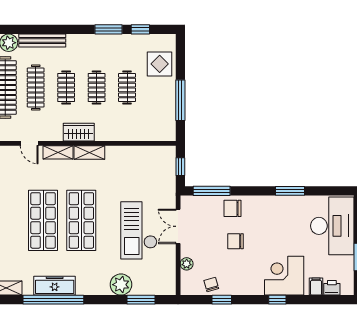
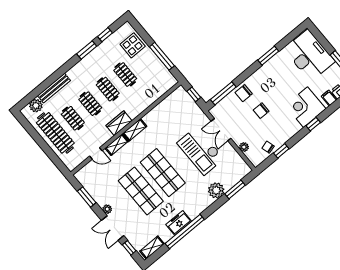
clothes rail: (36, 87) -> (73, 118), width x0.73
freezer: (55, 286) -> (179, 223), width x0.71

